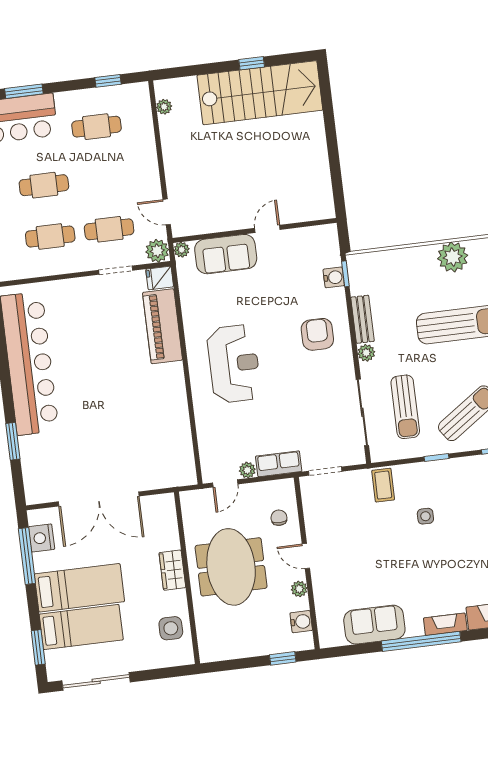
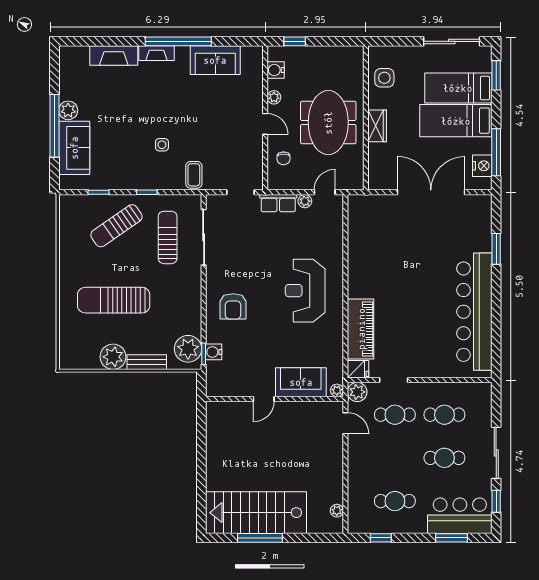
window: (252, 63) -> (260, 538), width x2.17
bench: (362, 319) -> (147, 362), moved, turned 90
plant: (366, 353) -> (188, 349), moved, width x1.88, depth x1.88

